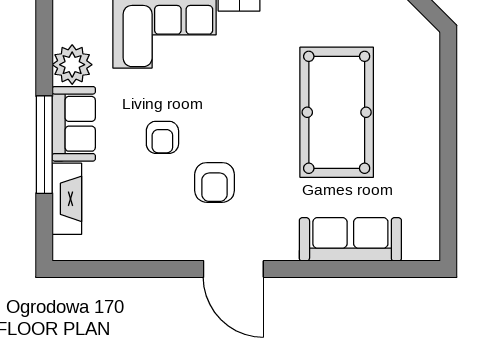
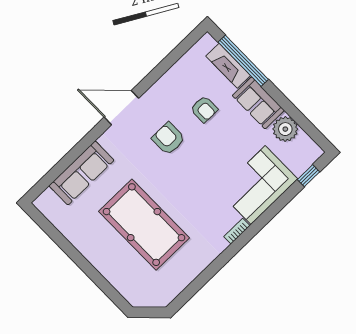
armchair: (162, 137) -> (204, 109), moved, turned 180
window: (44, 145) -> (243, 61), moved

